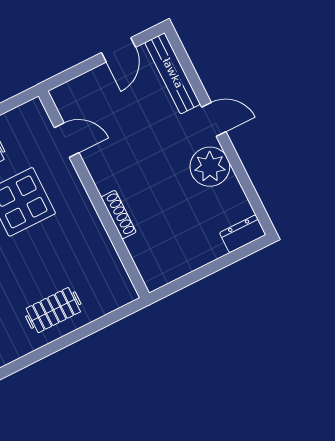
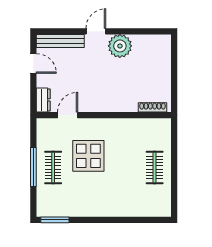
shoe rack: (119, 215) -> (153, 107), moved
dresser: (243, 234) -> (43, 100), moved, turned 180

